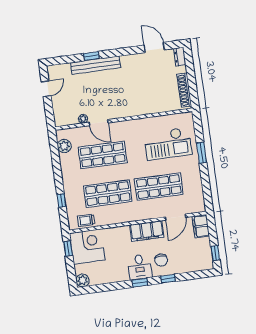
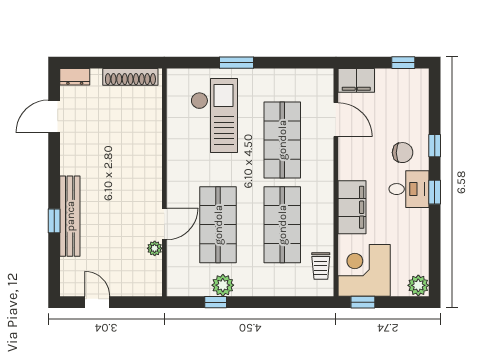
plant: (64, 146) -> (223, 285), moved
window: (61, 201) -> (216, 302), moved
filing cabinet: (147, 231) -> (352, 207), moved

